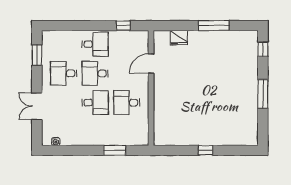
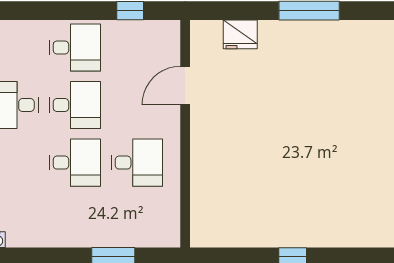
desk: (95, 73) -> (75, 105), turned 180
desk: (127, 103) -> (137, 163), turned 180

